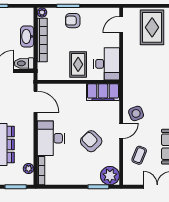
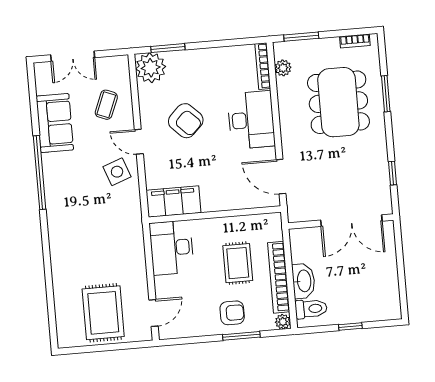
toilet: (24, 63) -> (311, 309), moved
rug: (78, 64) -> (238, 263), moved
door: (121, 131) -> (139, 142), hinge flipped

